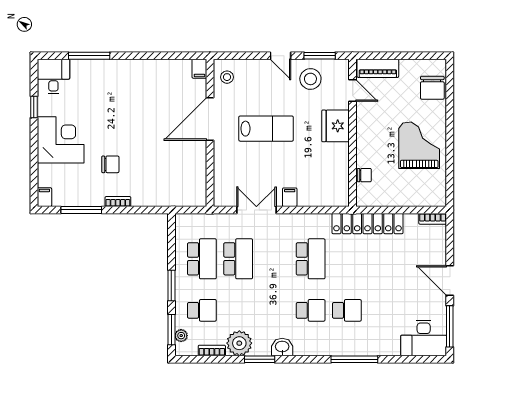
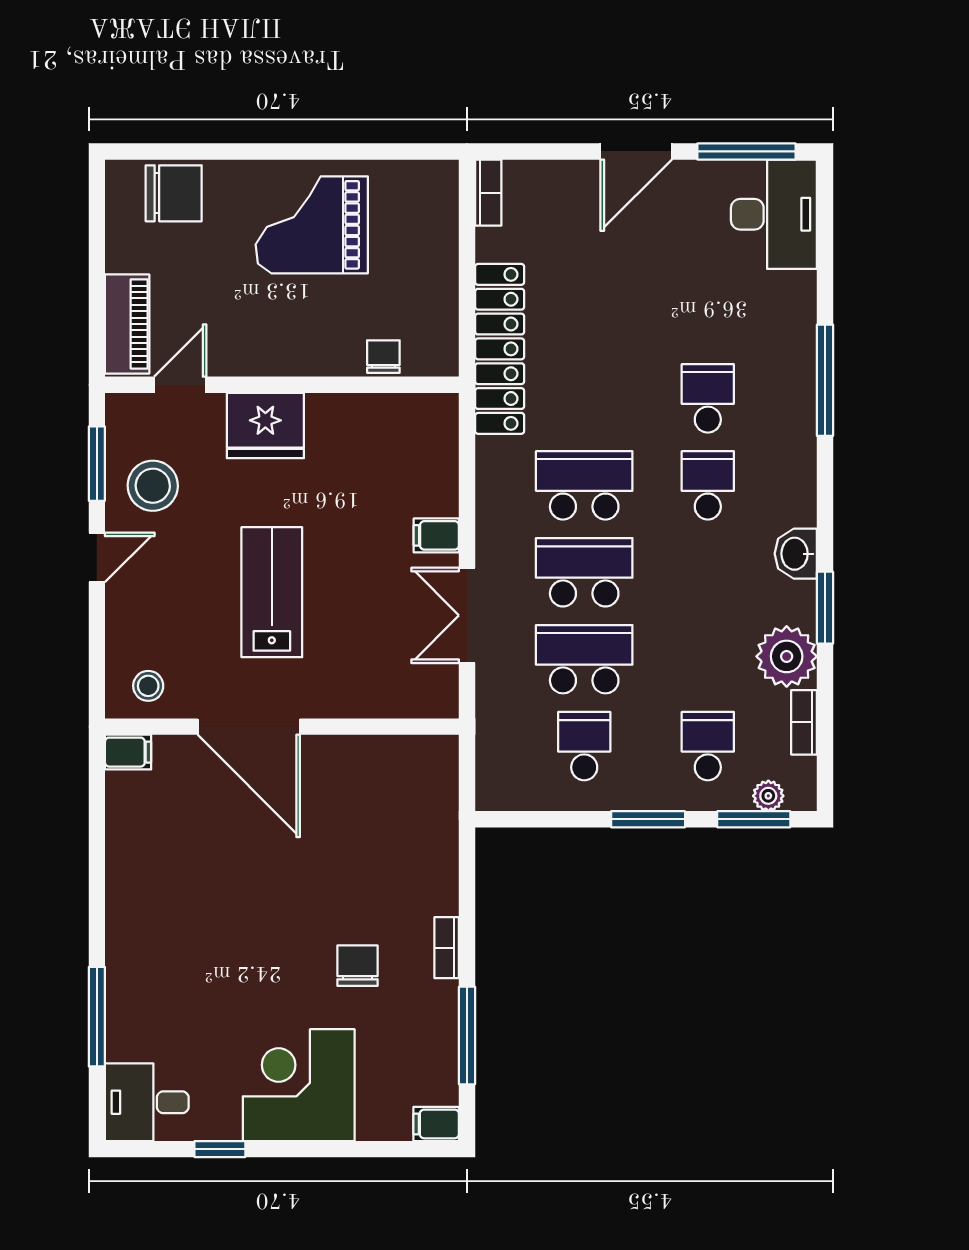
school desk: (202, 259) -> (584, 746), width x0.54
school desk: (274, 259) -> (584, 572), added

